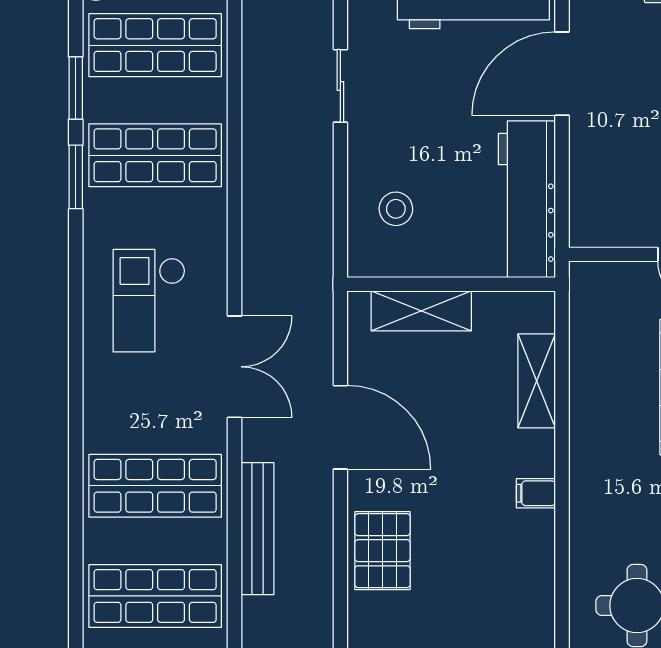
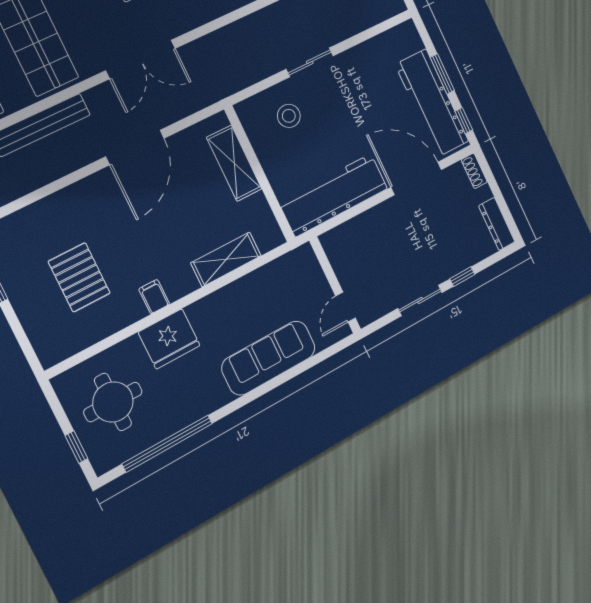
sliding door: (340, 86) -> (310, 62), moved
fridge: (597, 500) -> (169, 339), added
pallet: (382, 551) -> (79, 277), moved, turned 90

